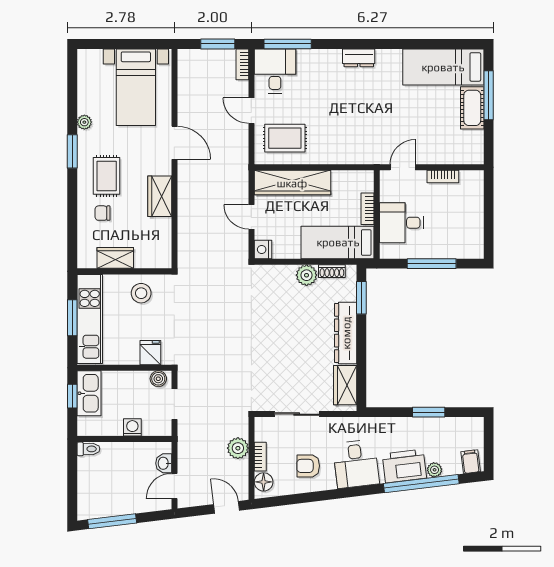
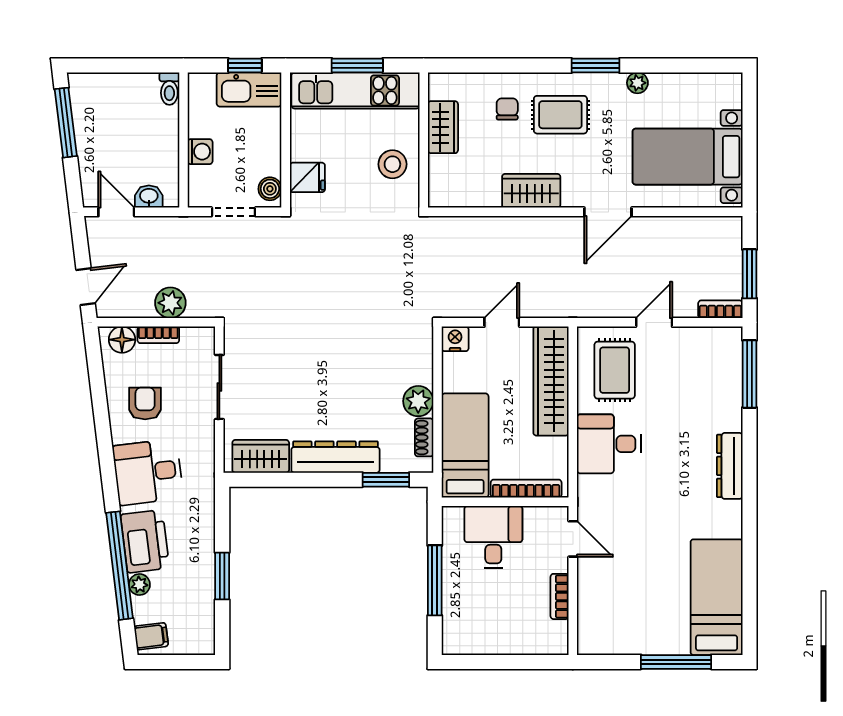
dresser: (359, 58) -> (730, 466), width x1.44
desk: (275, 71) -> (609, 444), moved, turned 180
cot: (472, 108) -> (658, 639), removed
bookcase: (368, 209) -> (526, 489), width x1.56

